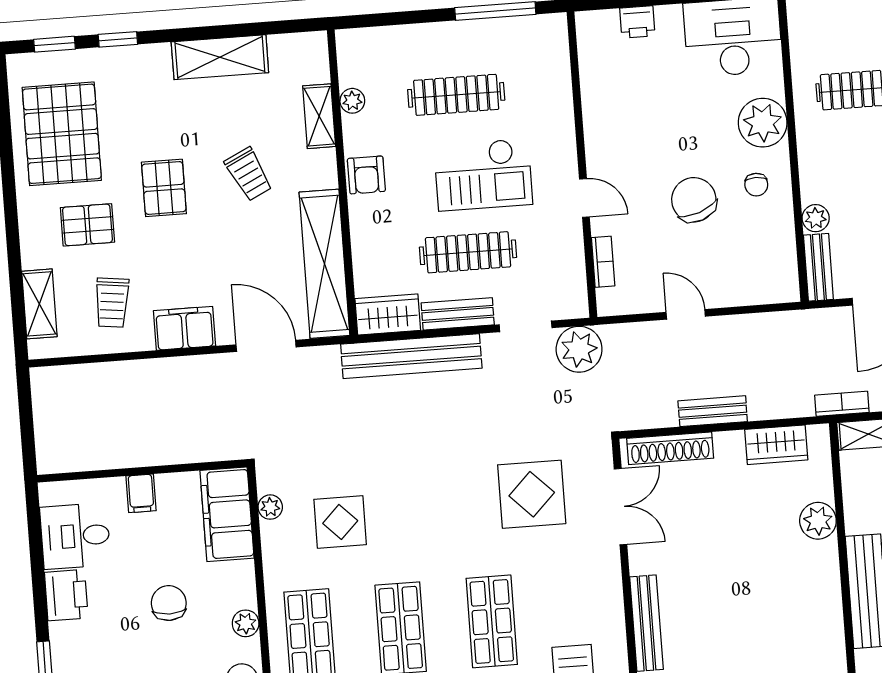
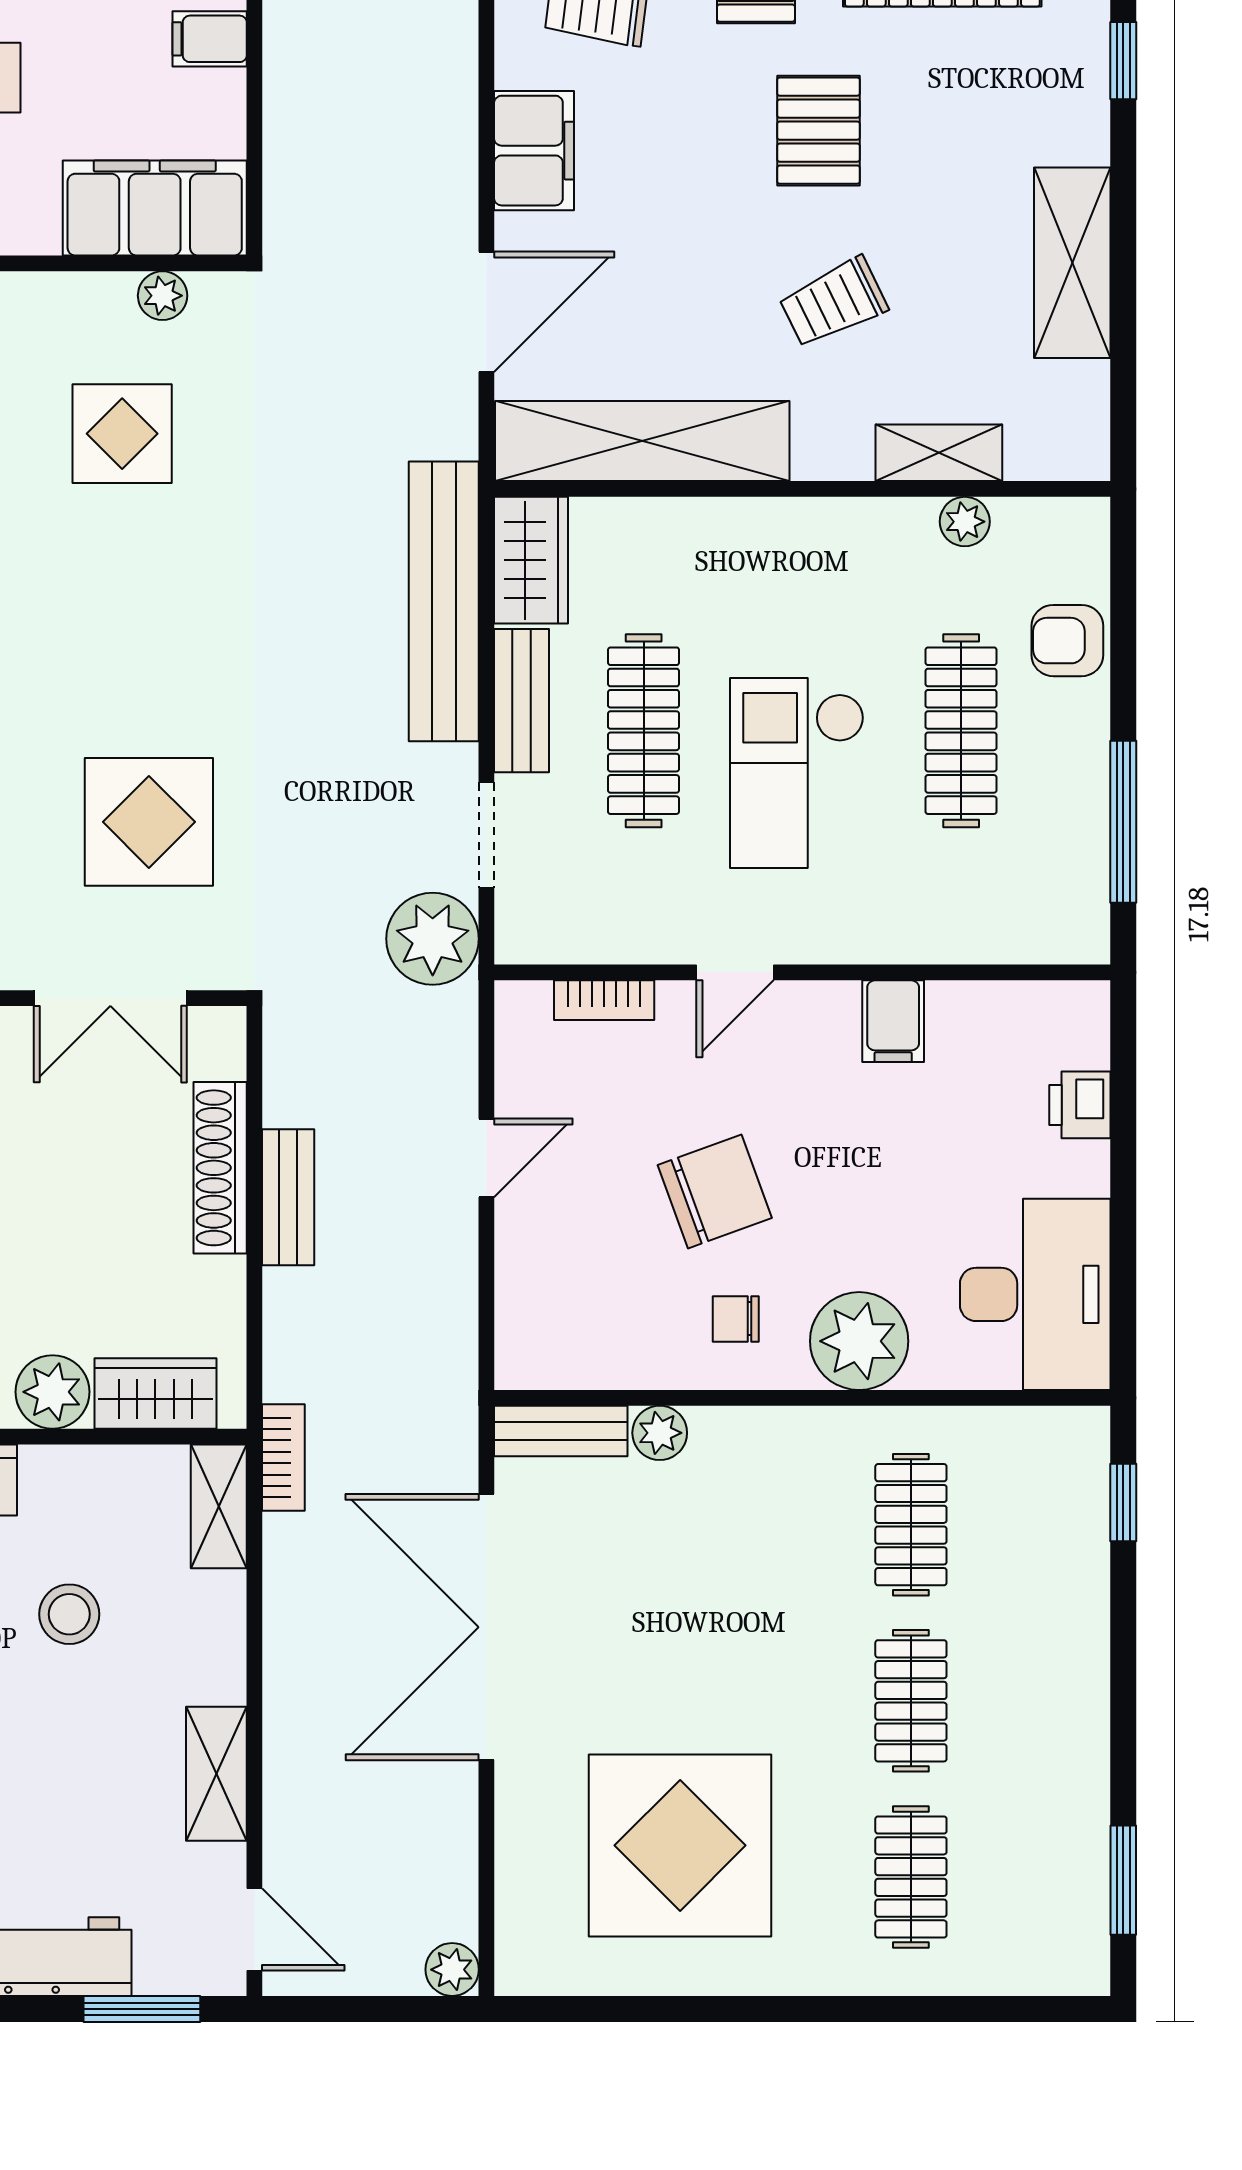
filing cabinet: (603, 118) -> (893, 1021), added
armchair: (366, 175) -> (1067, 641), moved
pallet: (164, 188) -> (818, 131), turned 90
wardrobe: (776, 445) -> (155, 1393), moved, turned 90
shoe rack: (670, 448) -> (220, 1168), moved

